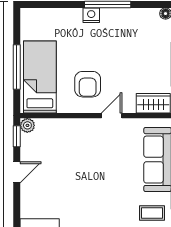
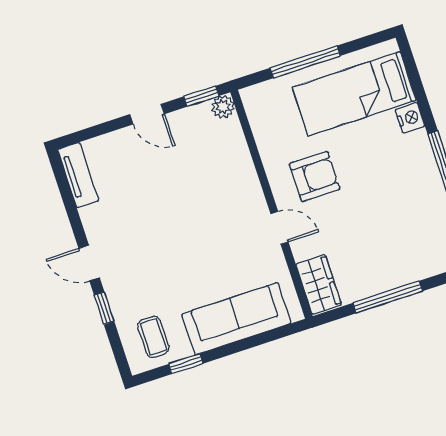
nightstand: (91, 15) -> (410, 118), moved
bed: (40, 77) -> (354, 94), moved, turned 180
armchair: (88, 84) -> (315, 176), turned 180

